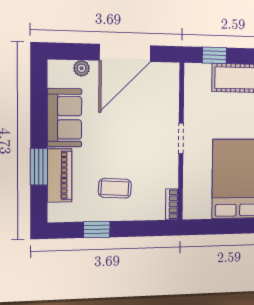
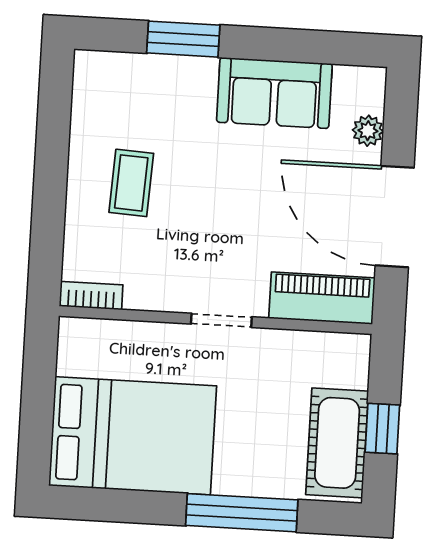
window: (214, 55) -> (382, 429), moved
piano: (60, 175) -> (322, 298), moved, turned 180
window: (97, 230) -> (52, 143), removed

